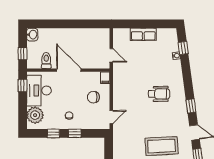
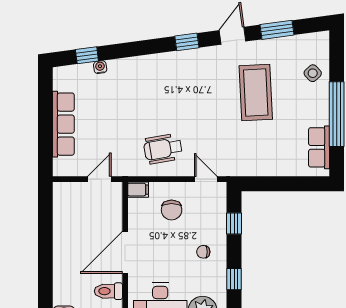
row of seats: (143, 34) -> (63, 124), width x1.48
wheelchair: (159, 94) -> (163, 149), moved, turned -100
window: (75, 133) -> (234, 223), moved

